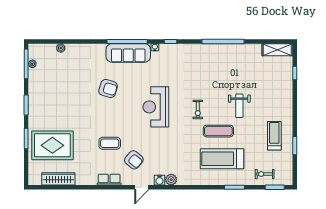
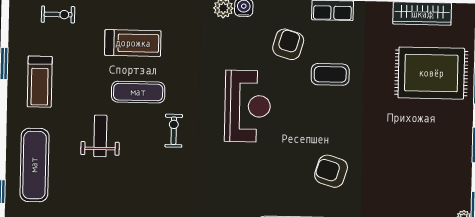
exercise mat: (276, 88) -> (34, 165), added
reception desk: (156, 107) -> (248, 106), moved
treadmill: (222, 159) -> (133, 43), width x0.73, depth x0.73
armchair: (134, 160) -> (288, 44), turned 66

